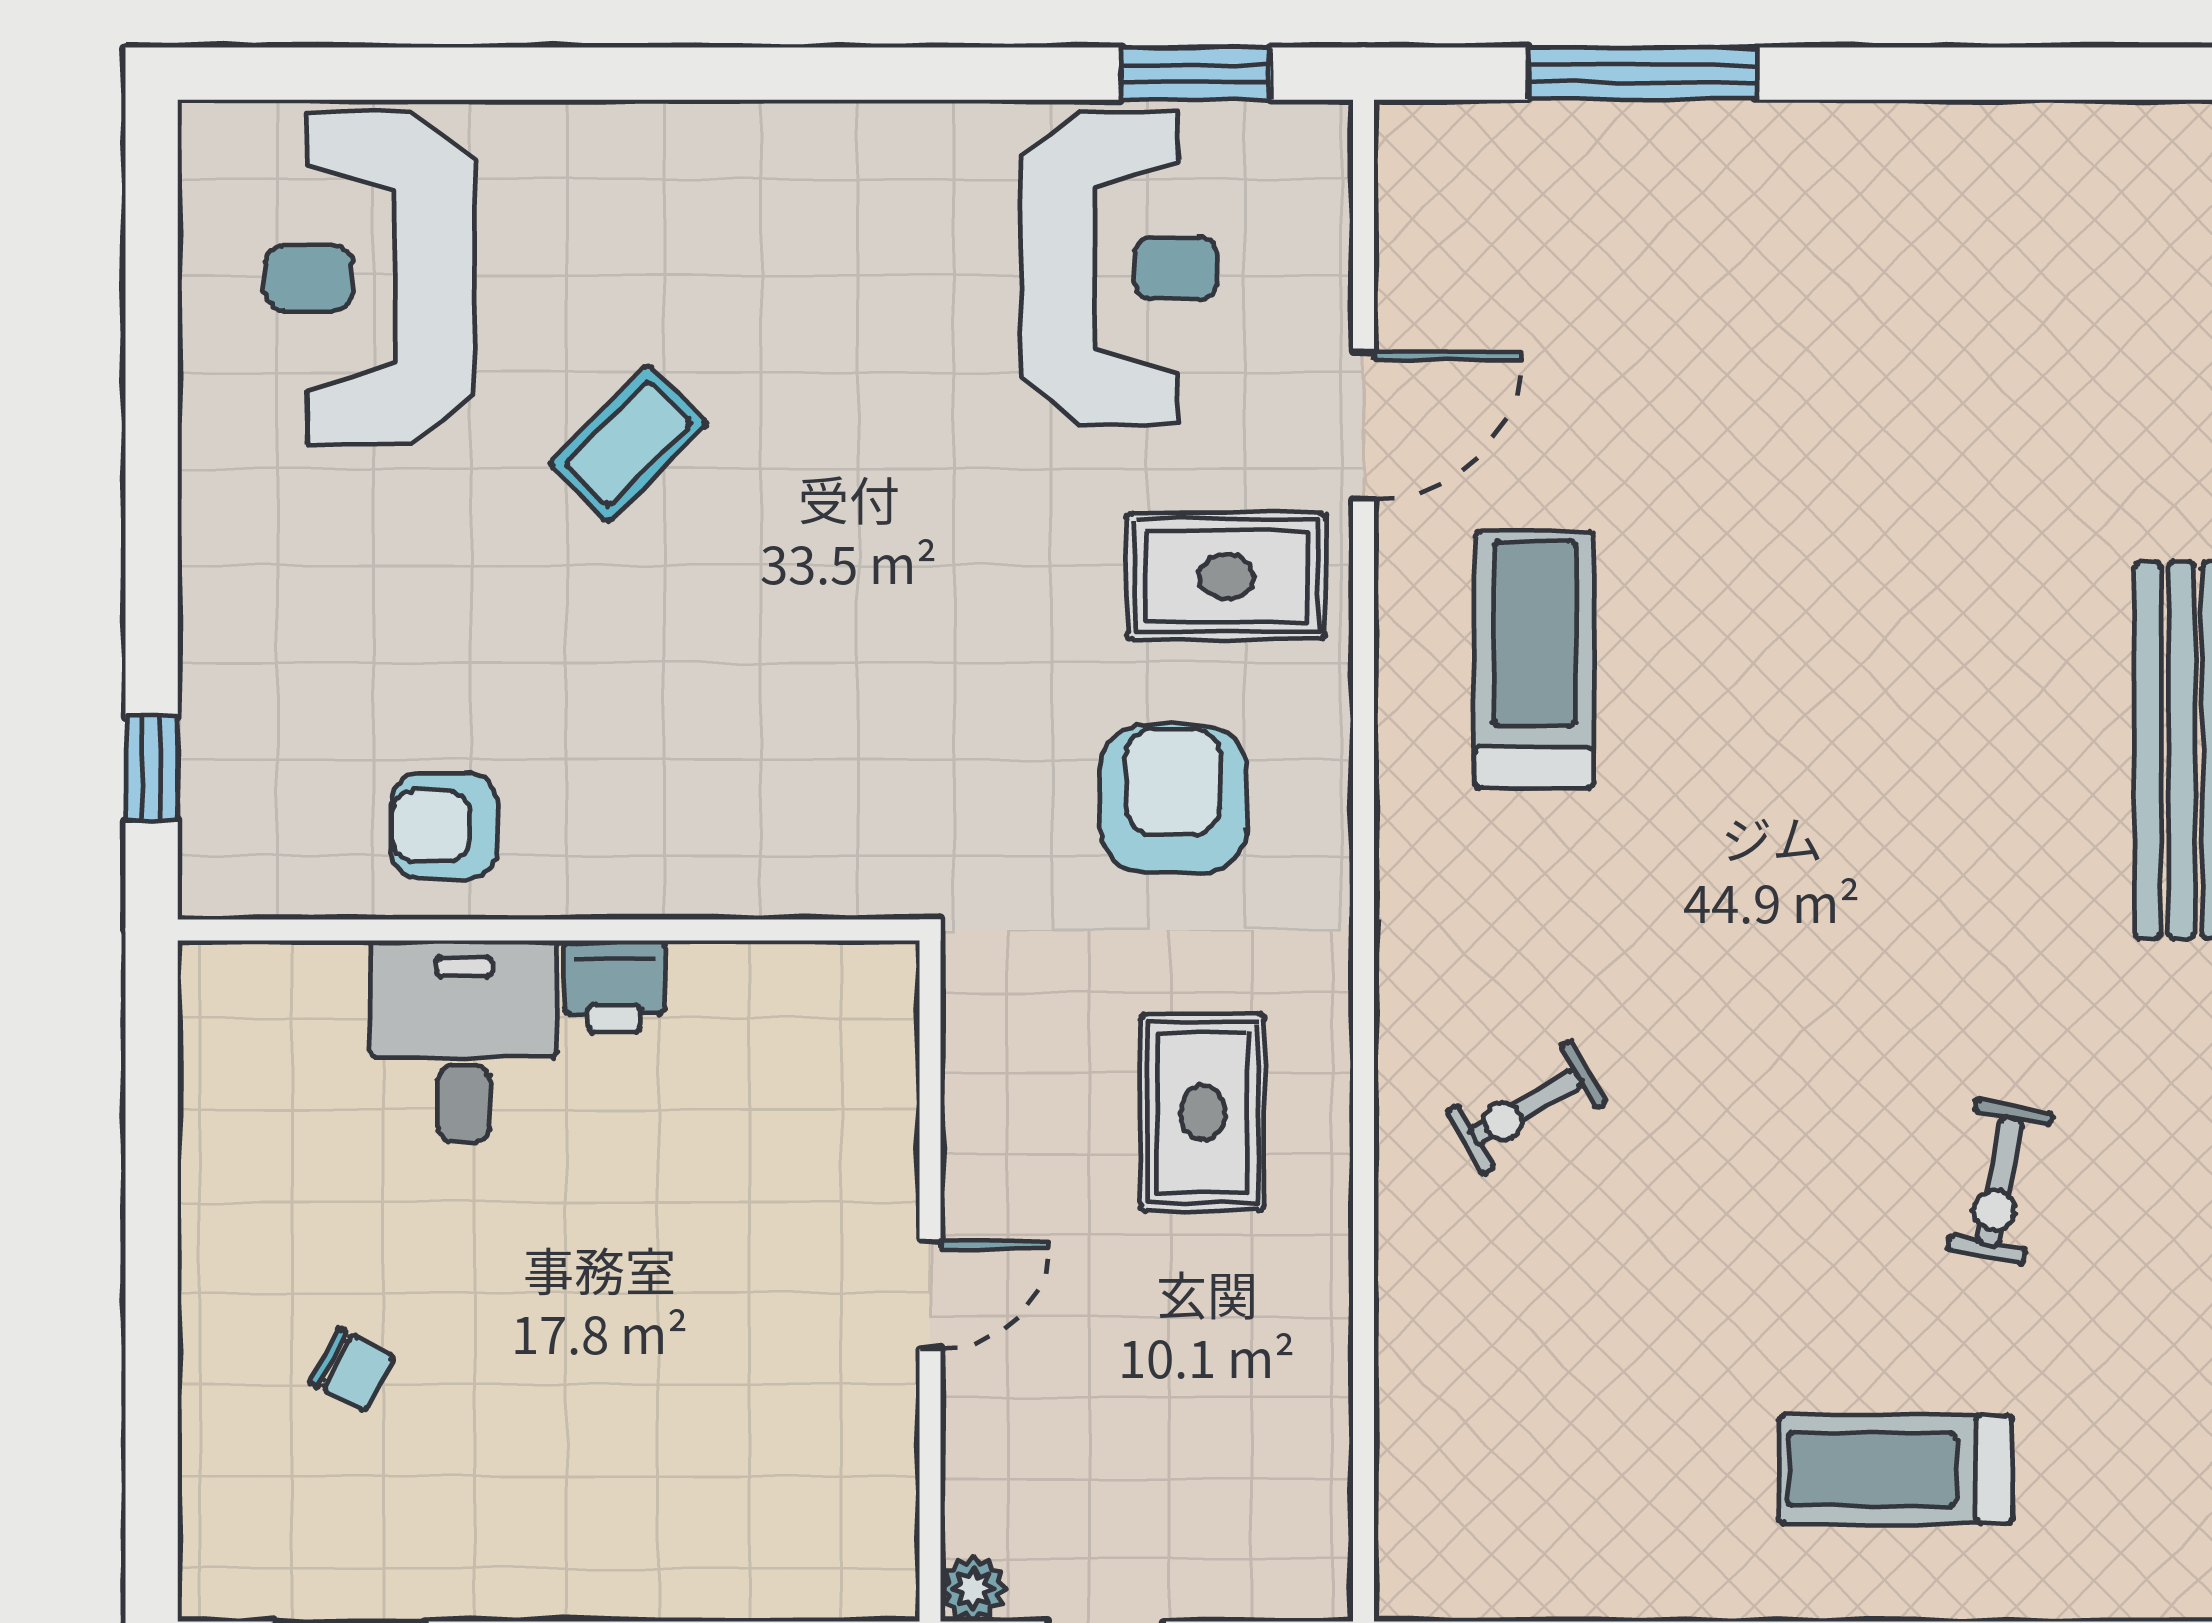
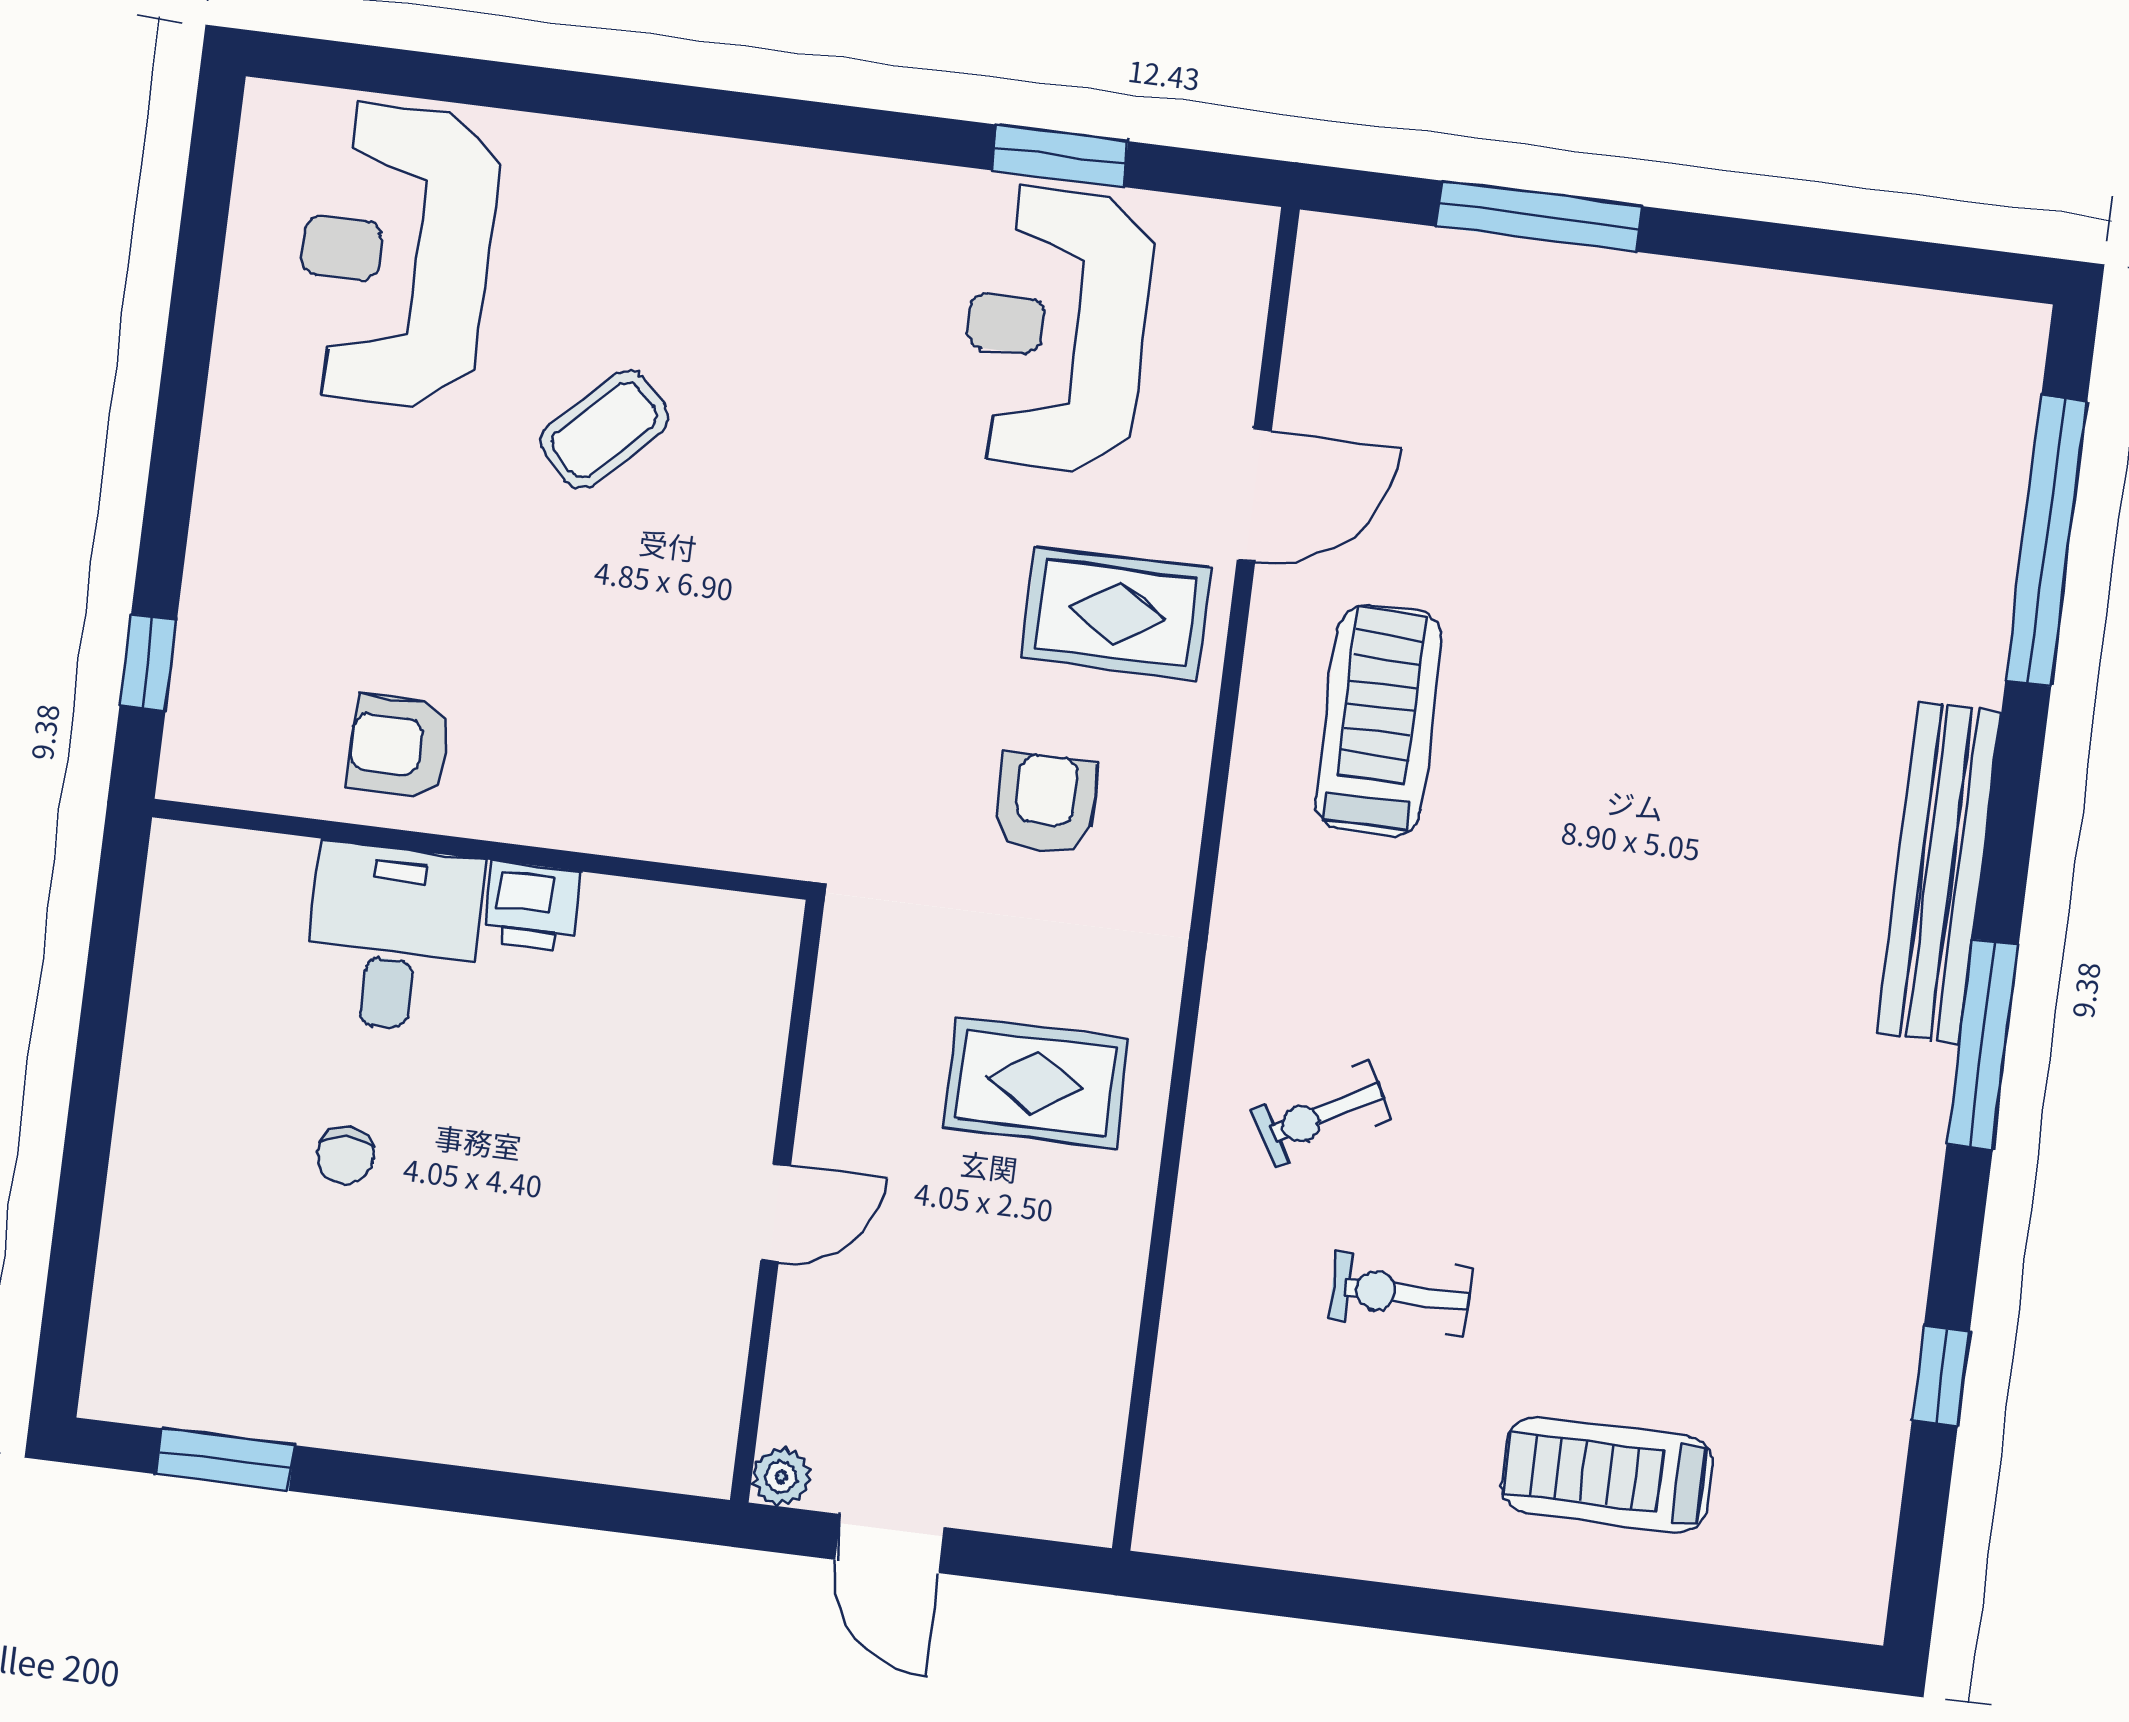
window: (1196, 74) -> (1060, 156), moved
reception desk: (1119, 268) -> (1056, 329), turned 180
armchair: (1173, 799) -> (1045, 803), width x0.72, depth x0.72
rug: (1202, 1112) -> (1036, 1083), turned 90
exercise bike: (2000, 1181) -> (1400, 1294), moved, turned 79
chair: (352, 1369) -> (345, 1156), moved, turned 62

